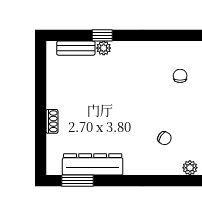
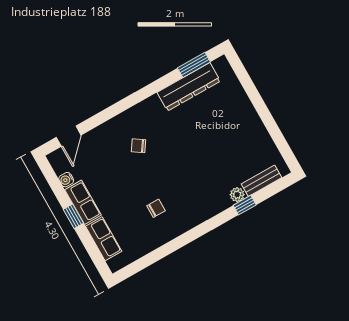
chair: (180, 76) -> (156, 208), turned -90
shoe rack: (52, 121) -> (246, 104), removed
plant: (190, 168) -> (101, 132), removed

